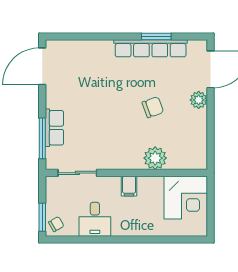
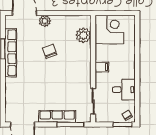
row of seats: (54, 128) -> (57, 116), width x1.48
plant: (155, 158) -> (83, 35), moved

